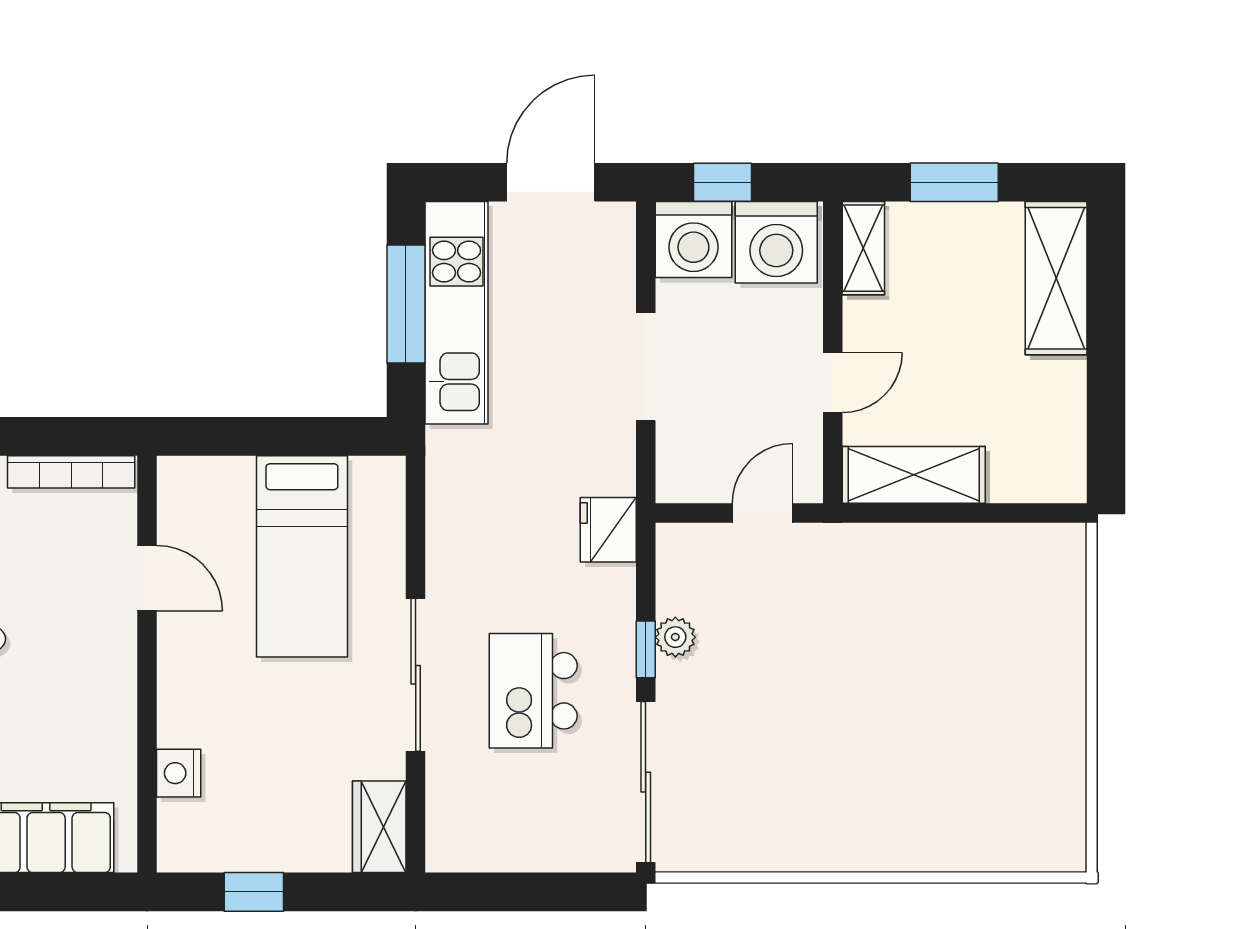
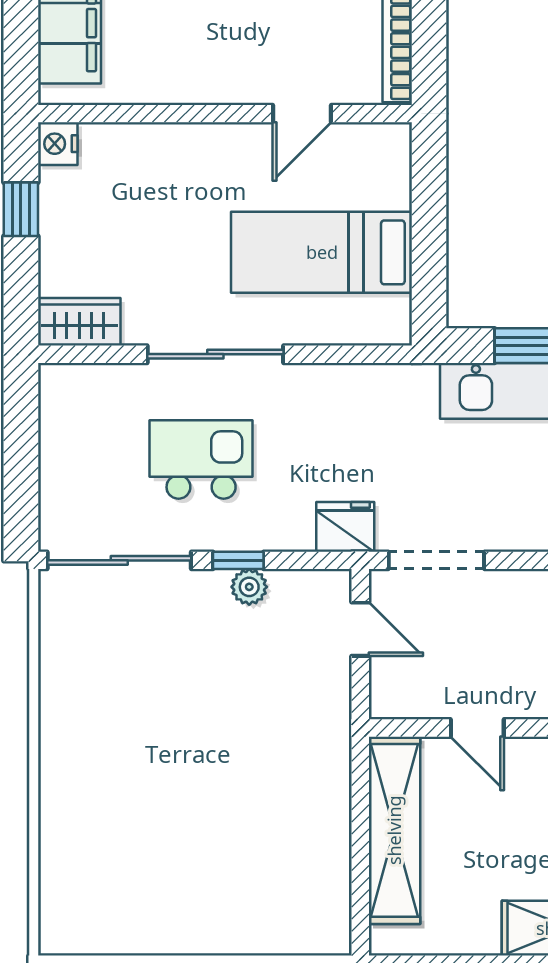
doorway: (646, 367) -> (436, 560), moved
shelving: (914, 475) -> (394, 830), width x1.47
door: (762, 513) -> (360, 629), moved
nightstand: (179, 773) -> (58, 144), moved, turned -90

